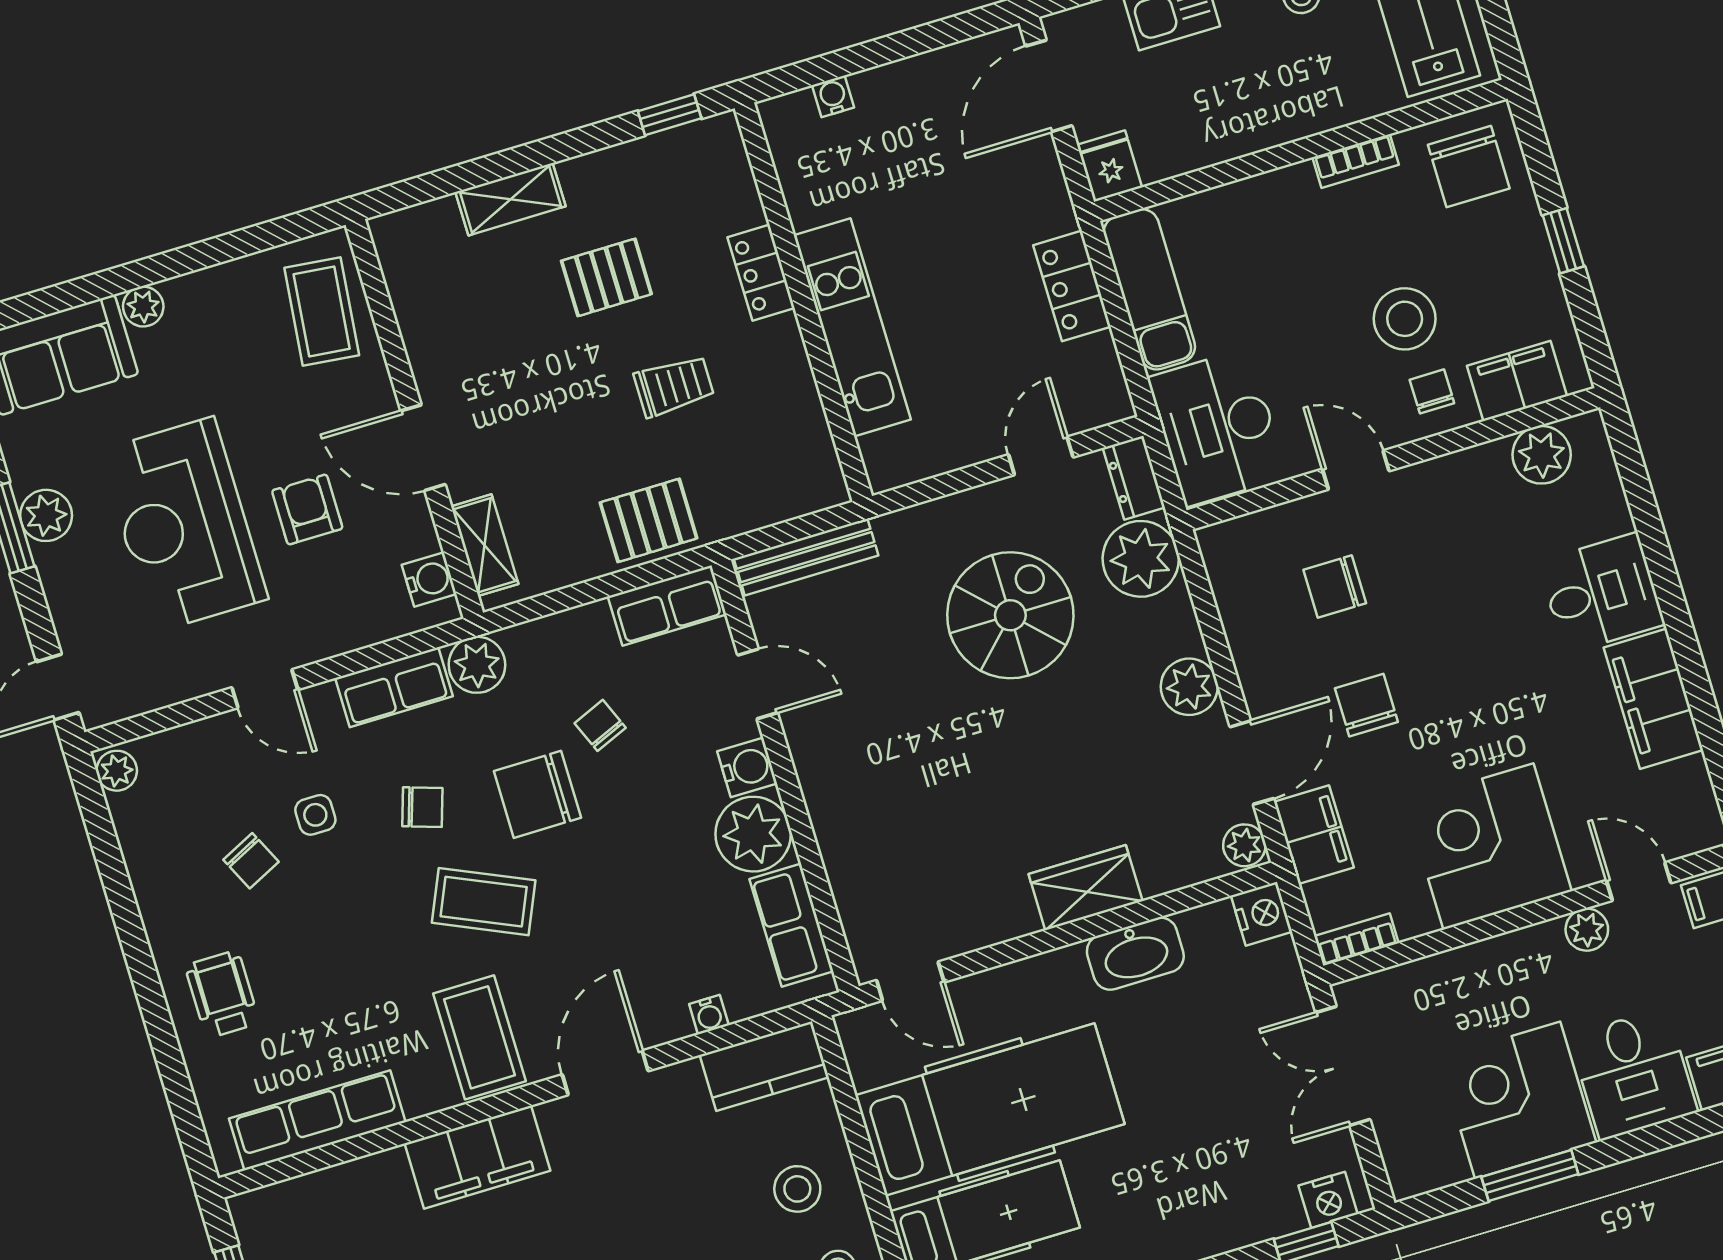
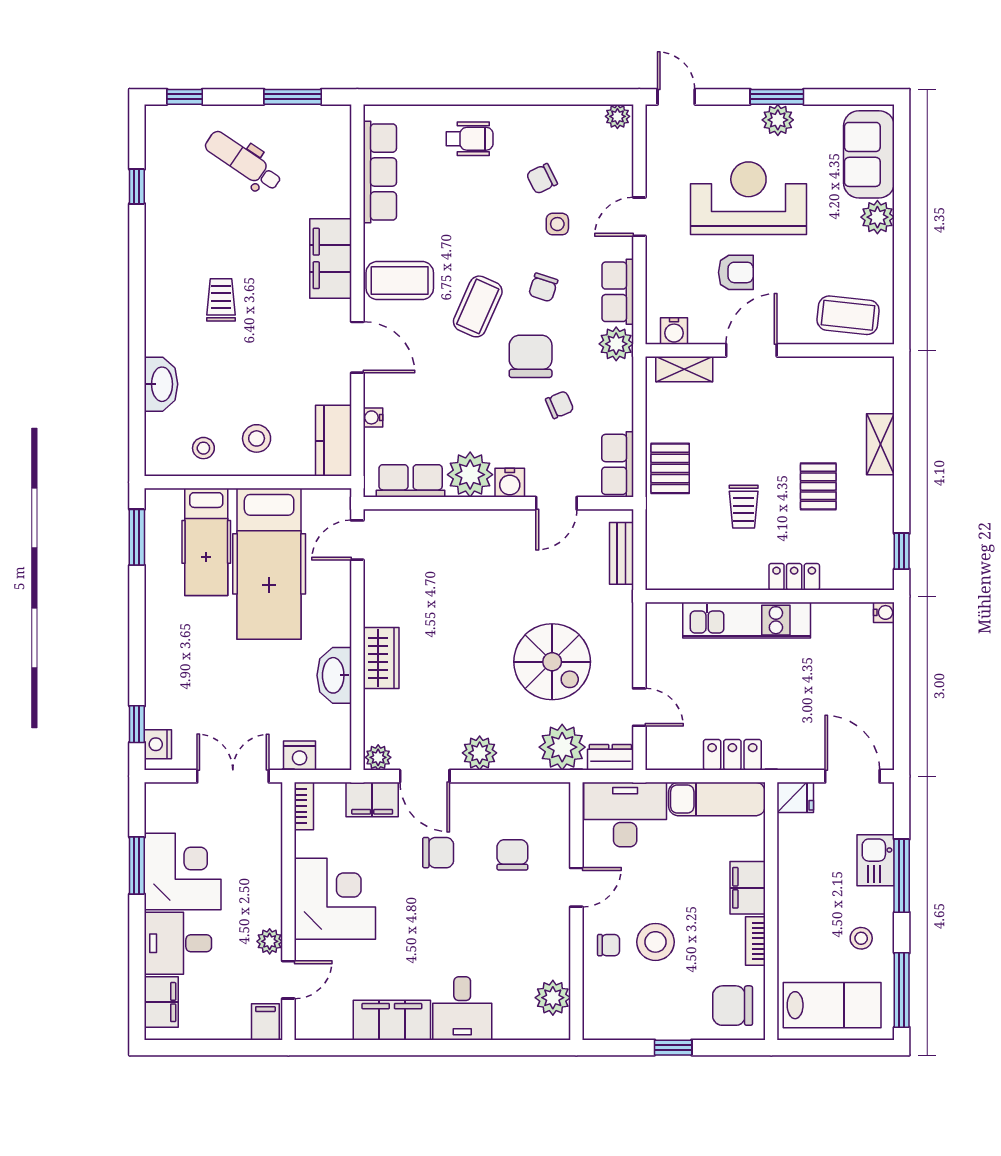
water cooler: (833, 96) -> (884, 612), moved
plant: (143, 307) -> (877, 217), width x1.38, depth x1.38
filing cabinet: (1517, 381) -> (748, 888), moved, turned 180
bench: (806, 557) -> (621, 553), width x0.73
nightstand: (1262, 914) -> (300, 755), moved

